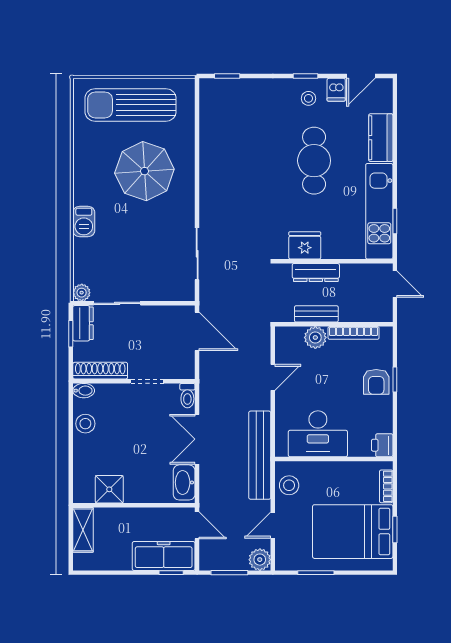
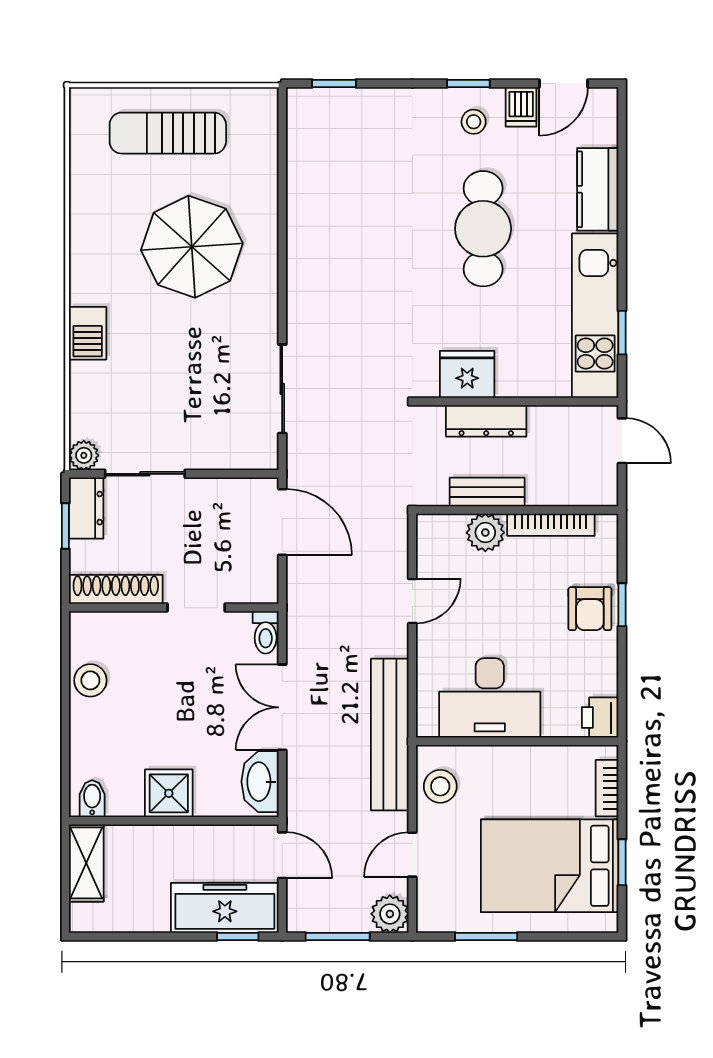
sun lounger: (130, 105) -> (168, 133), width x0.73, depth x0.75
bidet: (84, 391) -> (92, 799), moved, turned -90
shower: (109, 489) -> (169, 793), moved

